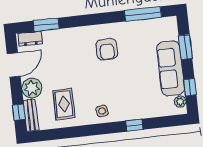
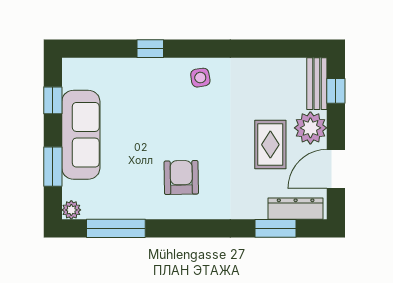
dresser: (30, 39) -> (296, 209), width x1.44
plant: (180, 101) -> (71, 210), moved
rug: (64, 104) -> (270, 145), moved

